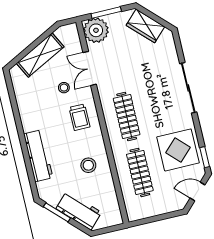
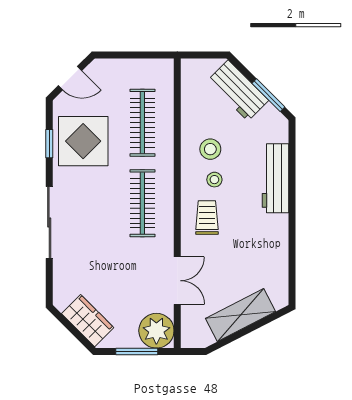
stool: (64, 88) -> (214, 180), moved
window: (205, 157) -> (49, 144), moved

